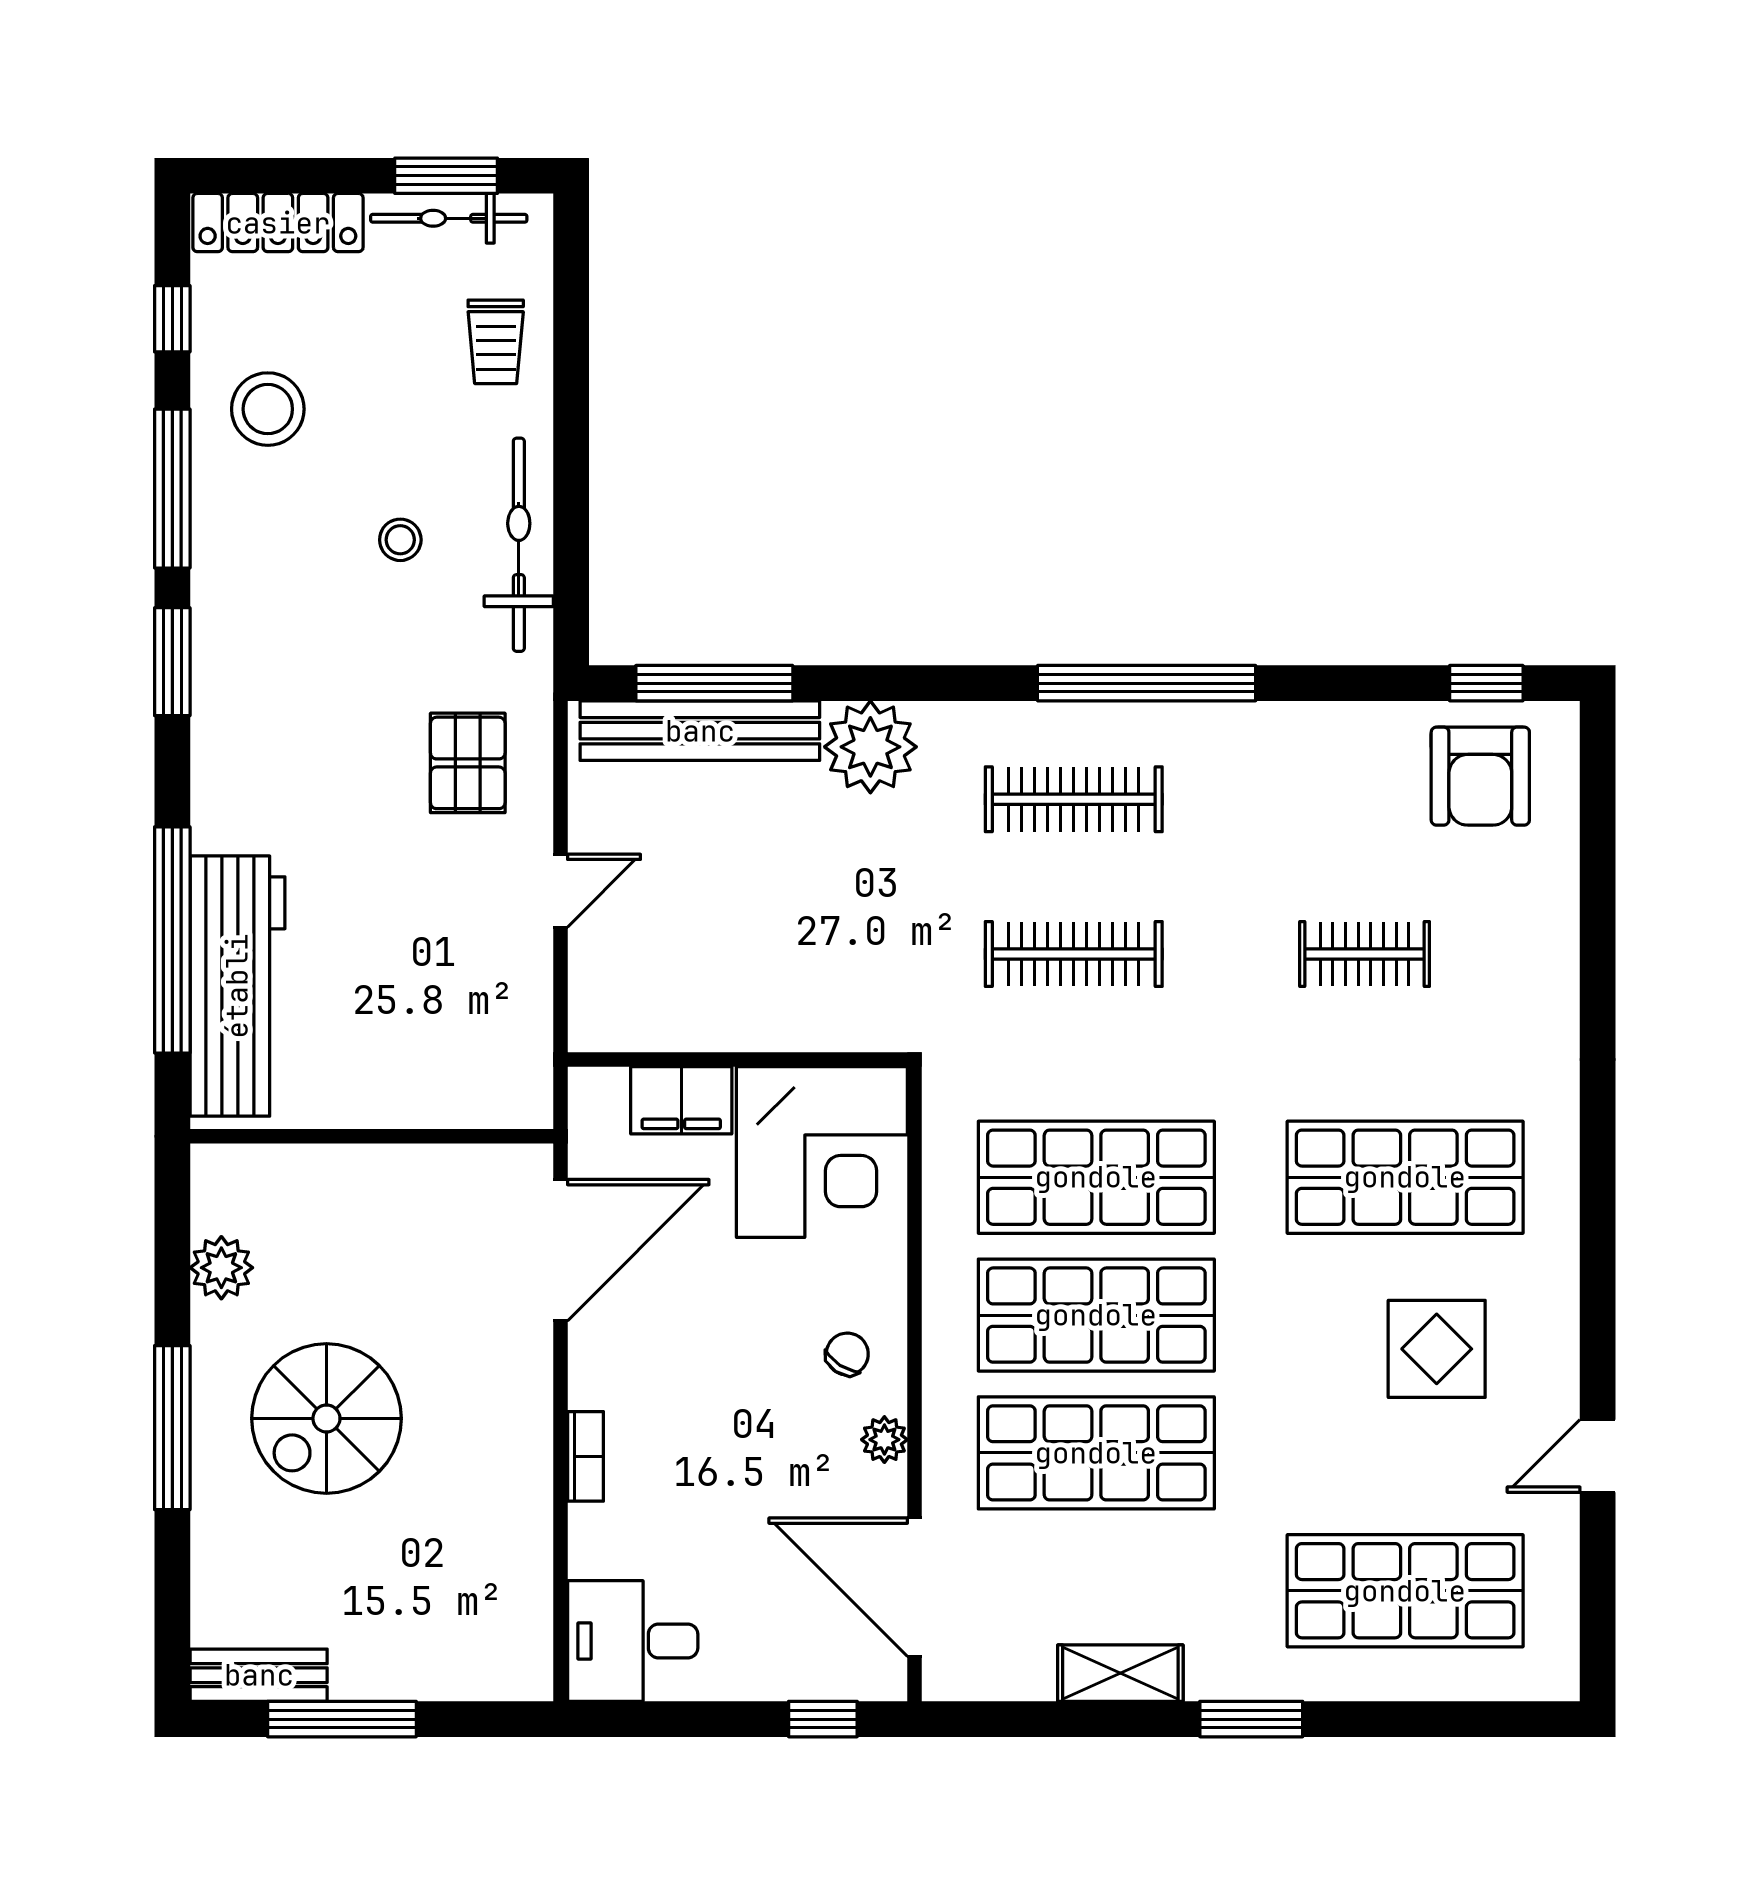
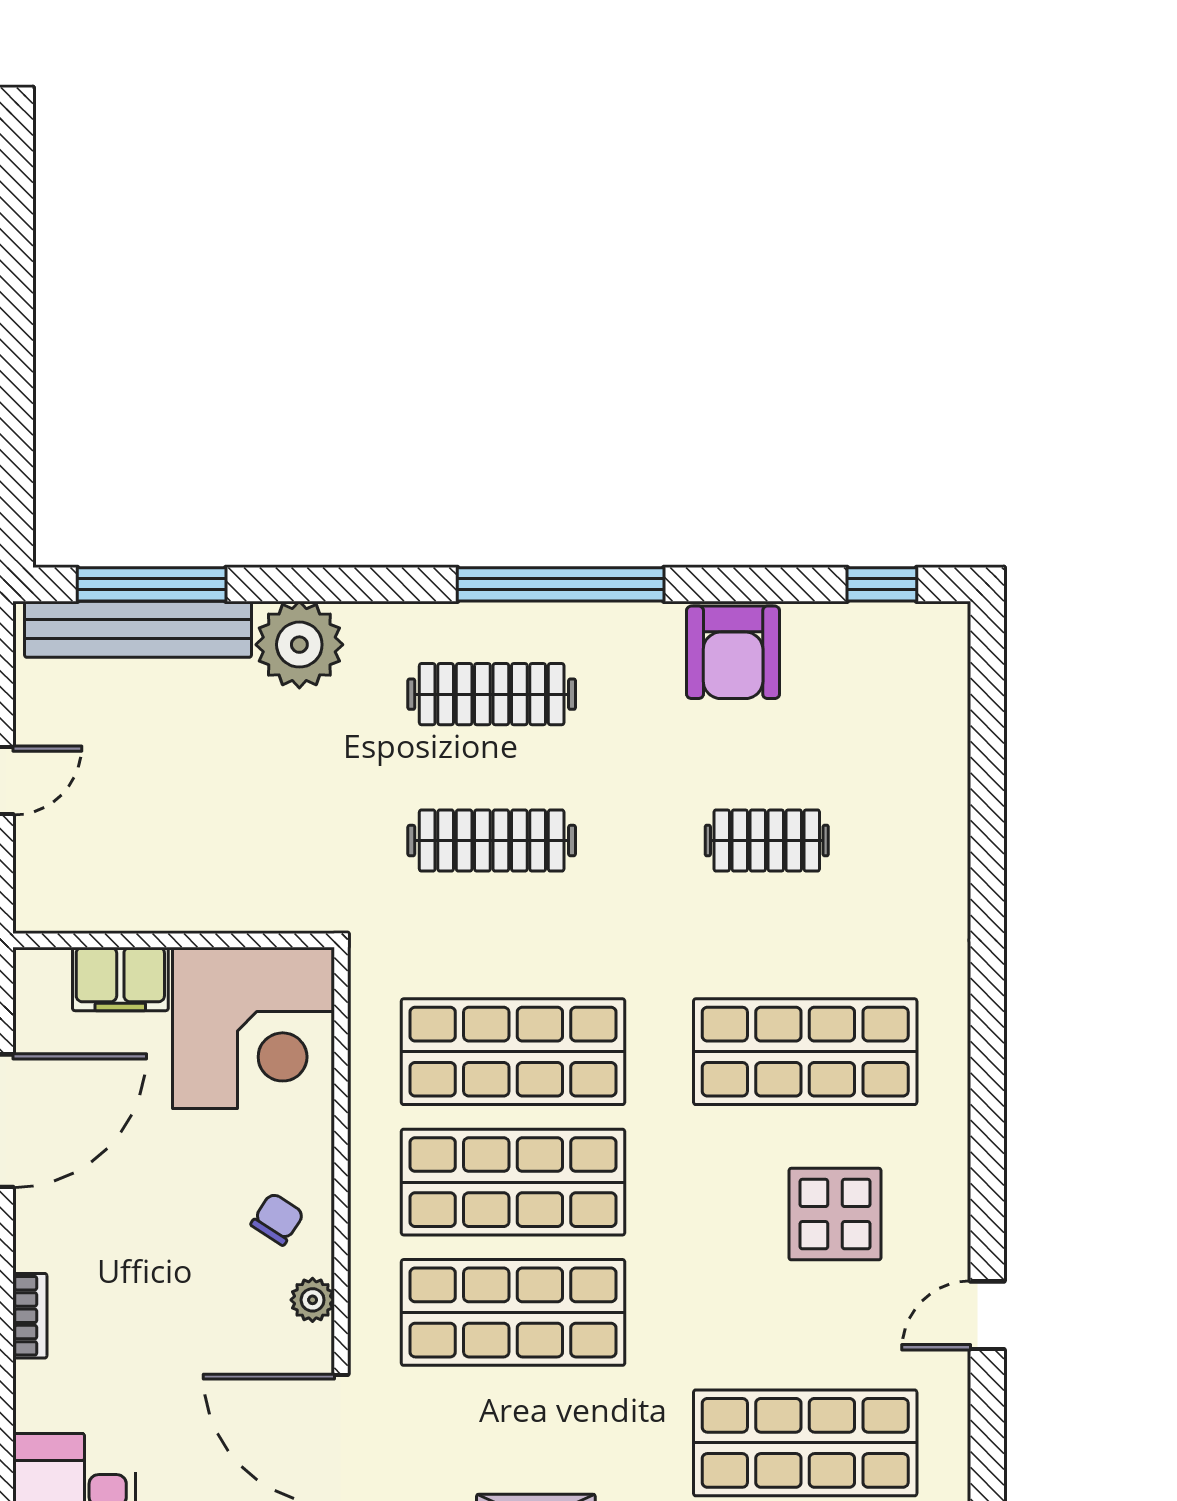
armchair: (1480, 776) -> (733, 652), moved

